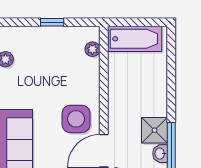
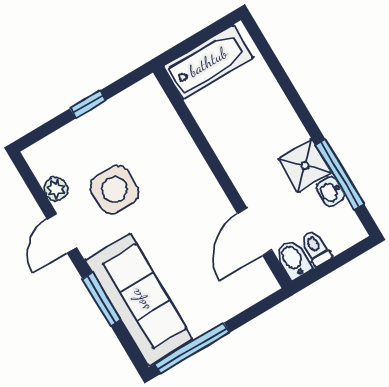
plant: (92, 49) -> (161, 108), removed
side table: (76, 119) -> (115, 190), moved

